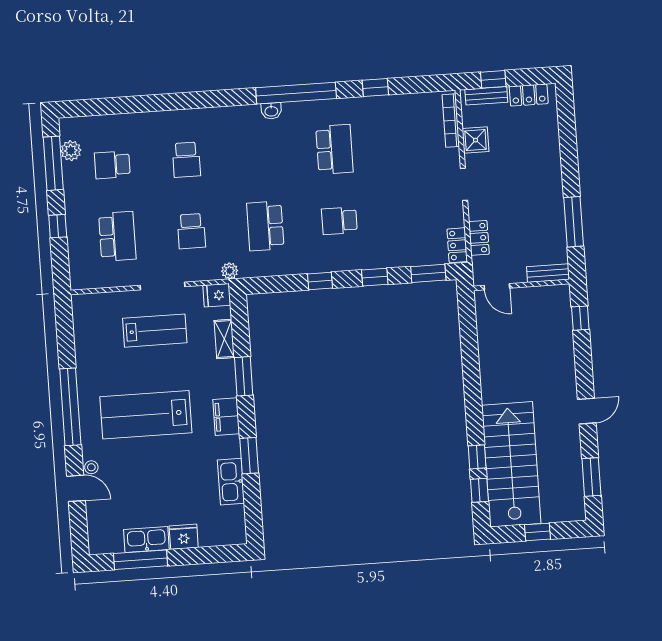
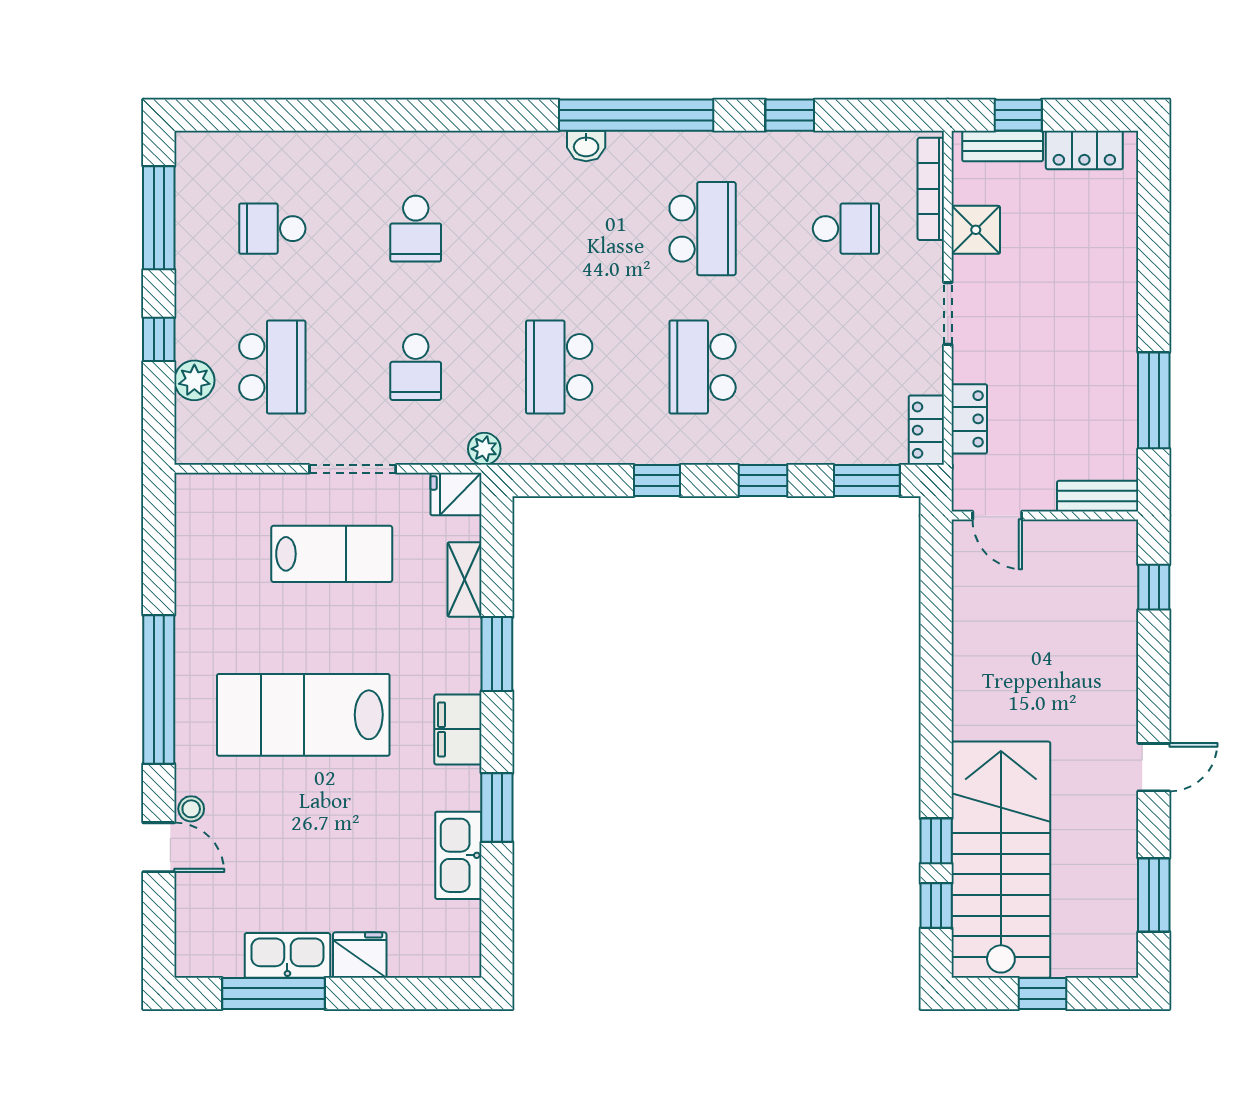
school desk: (408, 144) -> (846, 229), added
plant: (71, 151) -> (194, 380), moved
school desk: (339, 221) -> (703, 367), width x1.85

